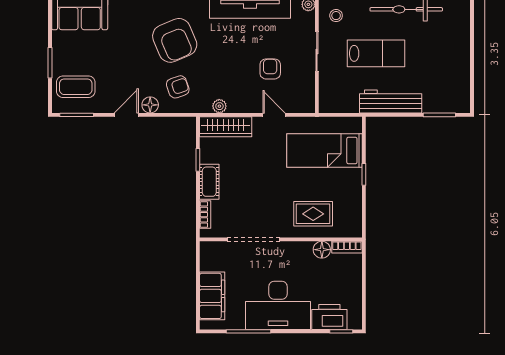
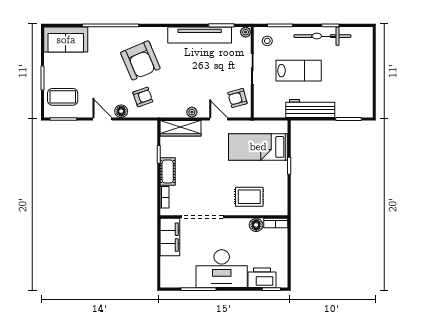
armchair: (270, 69) -> (237, 98), moved, turned -105
plant: (219, 106) -> (192, 112), moved
door: (126, 115) -> (102, 119), hinge flipped
filing cabinet: (212, 296) -> (170, 237), moved

